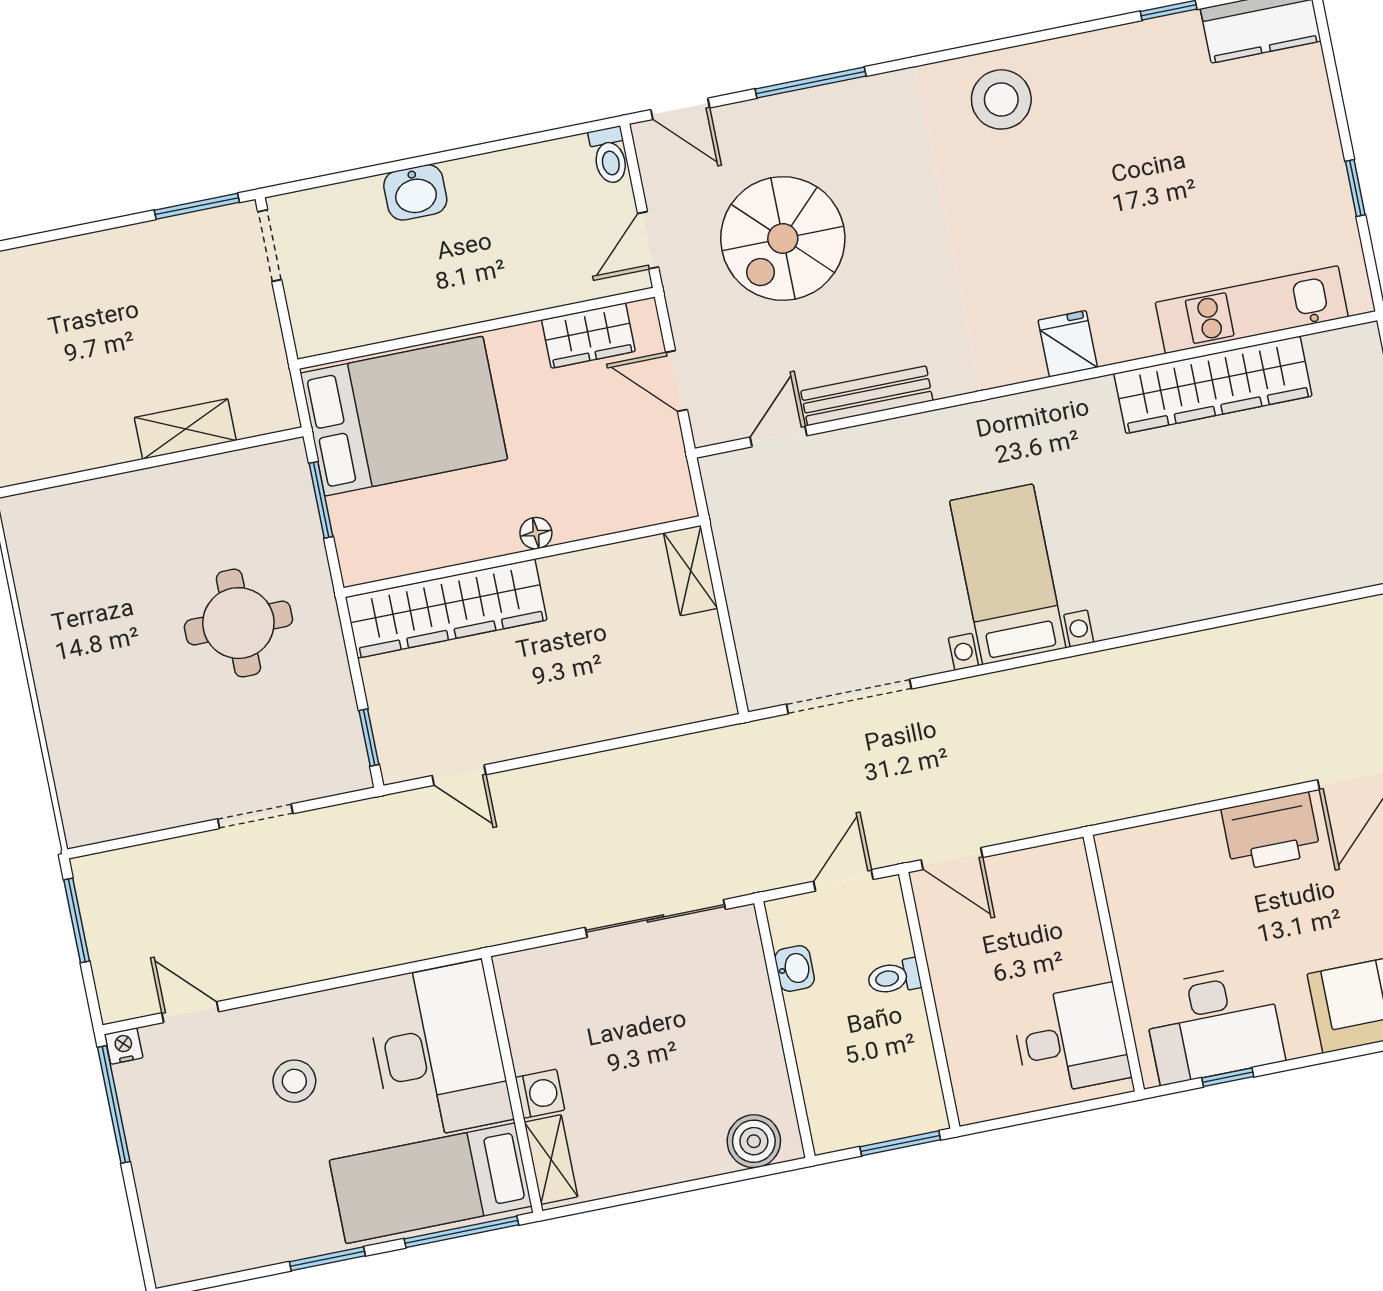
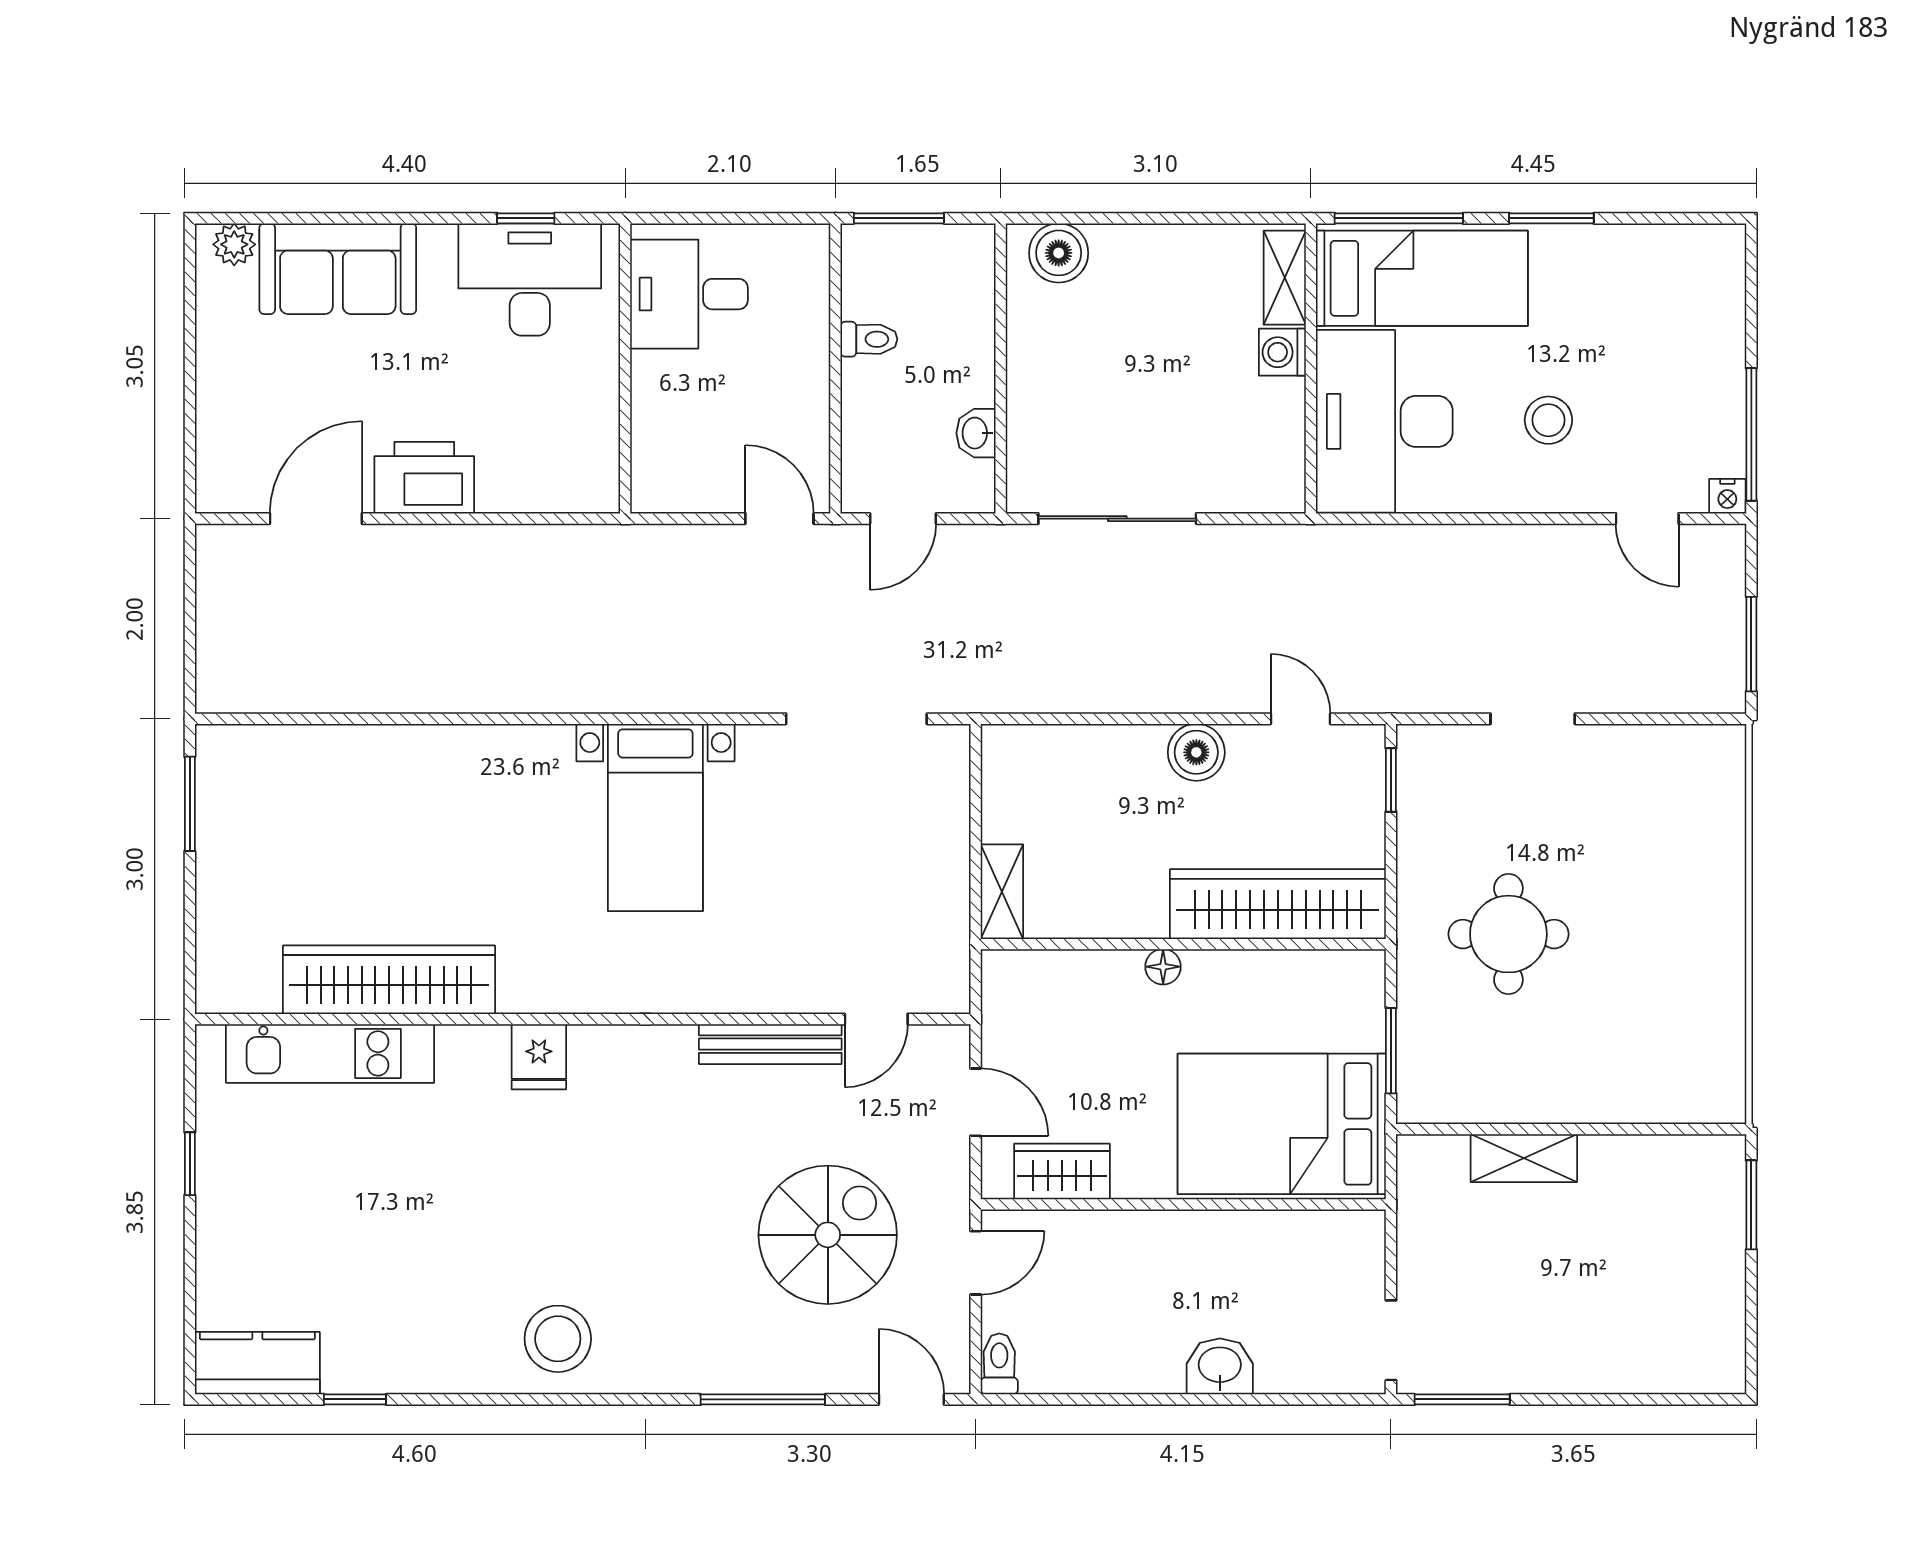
boiler: (545, 727) -> (1196, 752), added
toilet: (894, 977) -> (869, 339), moved

